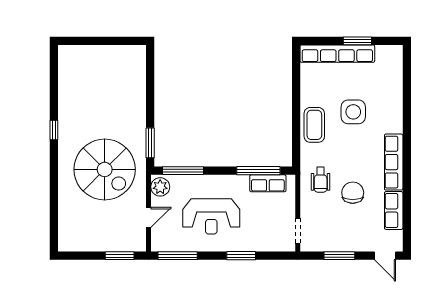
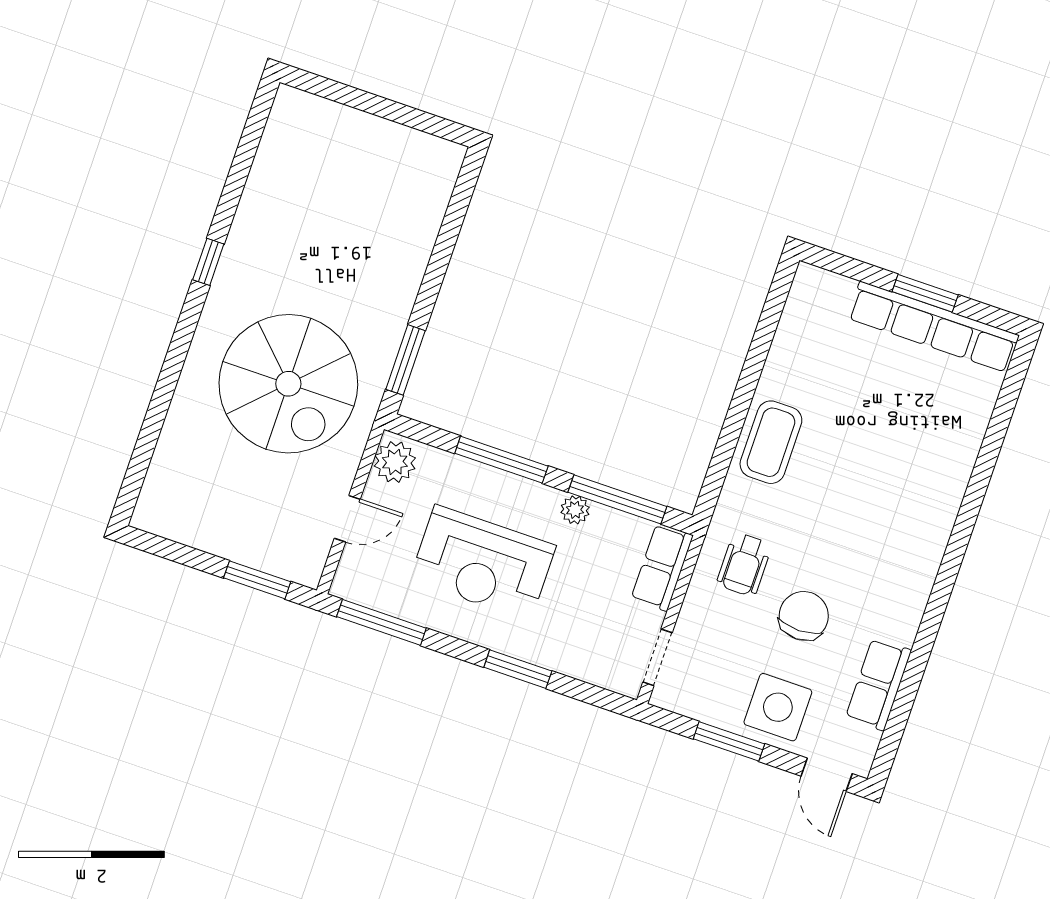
row of seats: (337, 54) -> (933, 327), moved
side table: (353, 112) -> (778, 707), moved
row of seats: (394, 162) -> (914, 580), removed
window: (183, 171) -> (501, 460), moved
plant: (242, 181) -> (575, 510), added
row of seats: (268, 183) -> (662, 567), moved, turned 90

